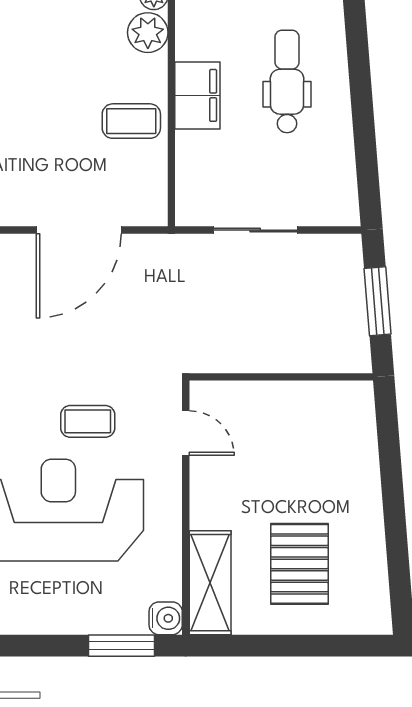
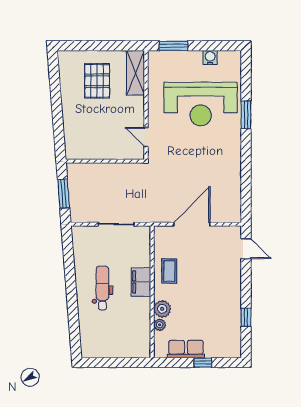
dental chair: (287, 81) -> (102, 288), turned 180
coffee table: (131, 121) -> (169, 271), turned 90
coffee table: (88, 421) -> (188, 142), removed
water cooler: (166, 618) -> (210, 58), moved, turned 90

